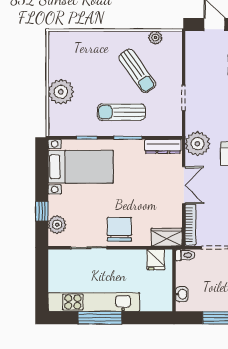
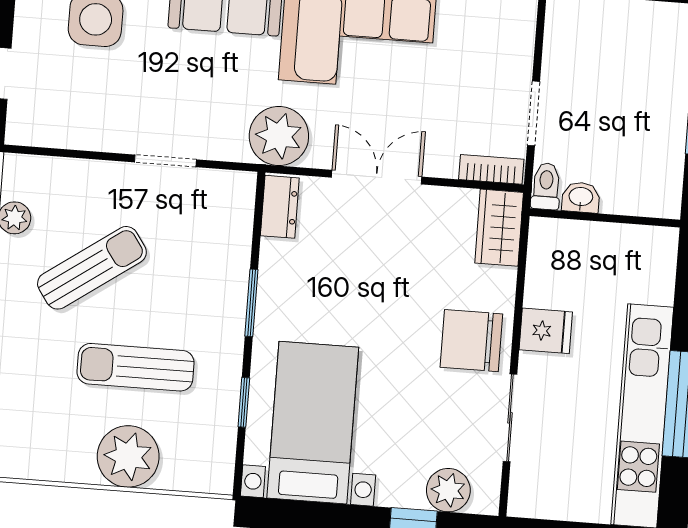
sun lounger: (121, 112) -> (135, 367), moved, turned 90
dresser: (163, 146) -> (280, 207), width x0.70
bookcase: (190, 225) -> (491, 169), width x0.64
fridge: (156, 260) -> (546, 331), moved
washbasin: (182, 294) -> (581, 197), moved

